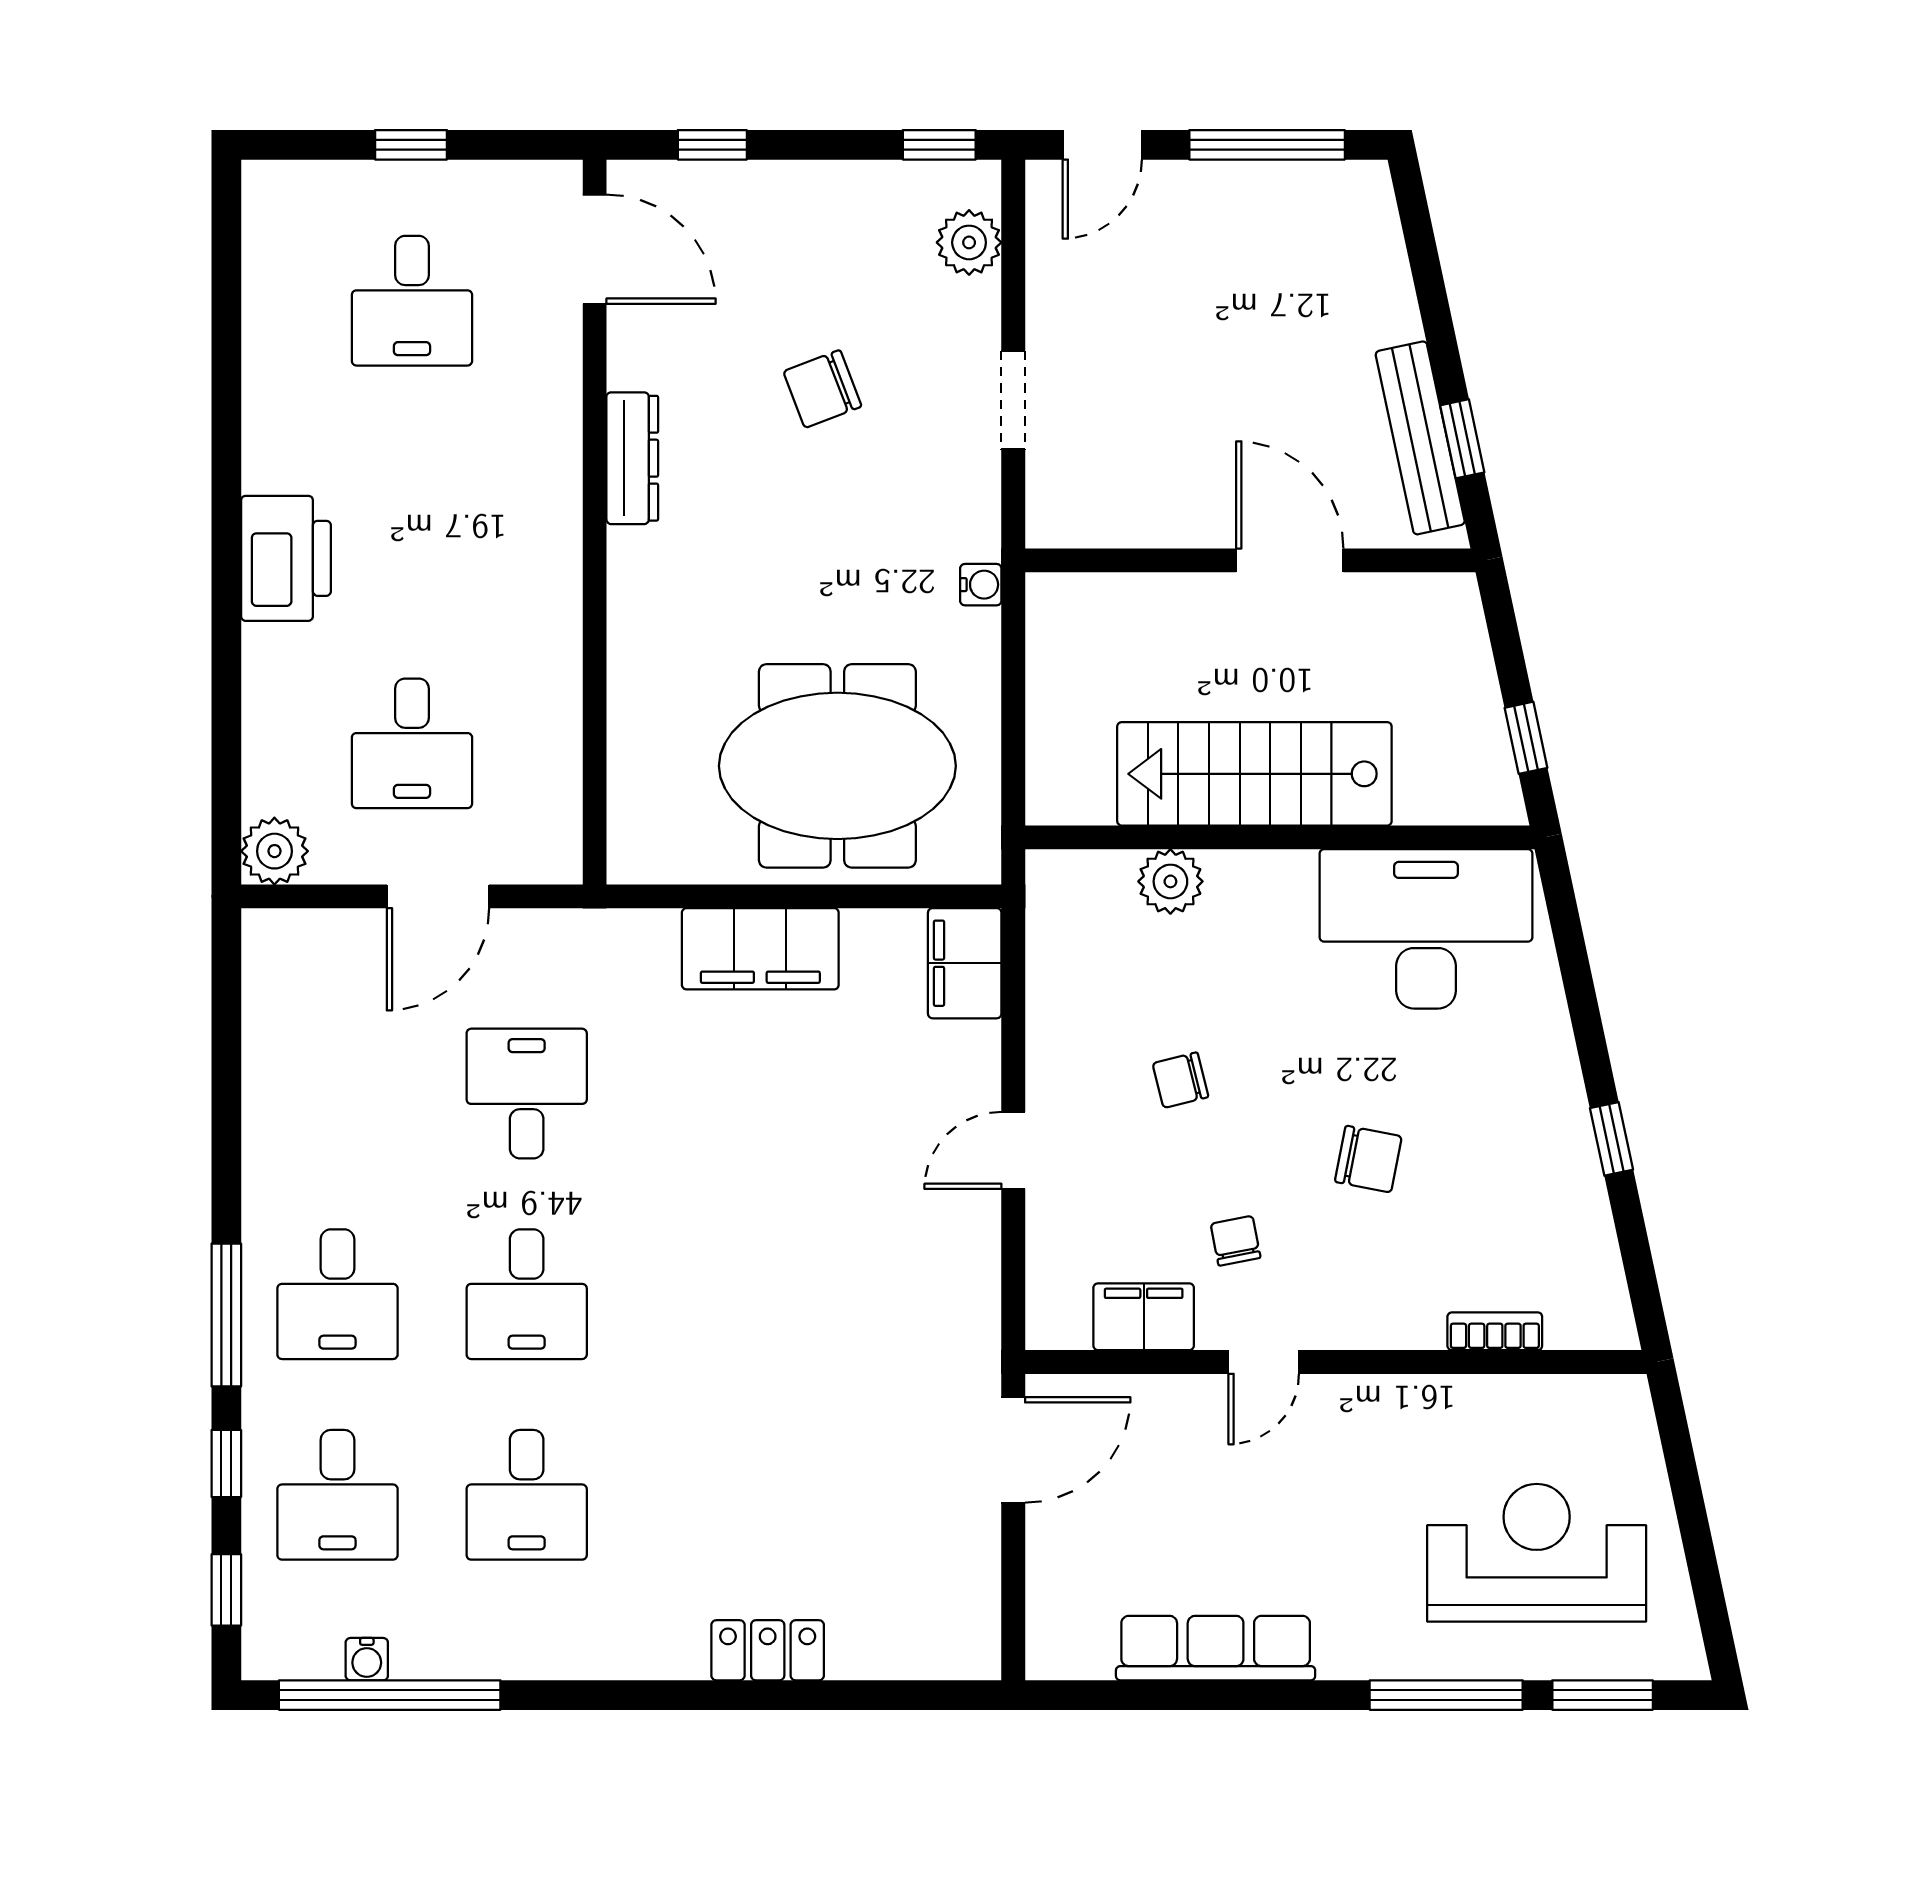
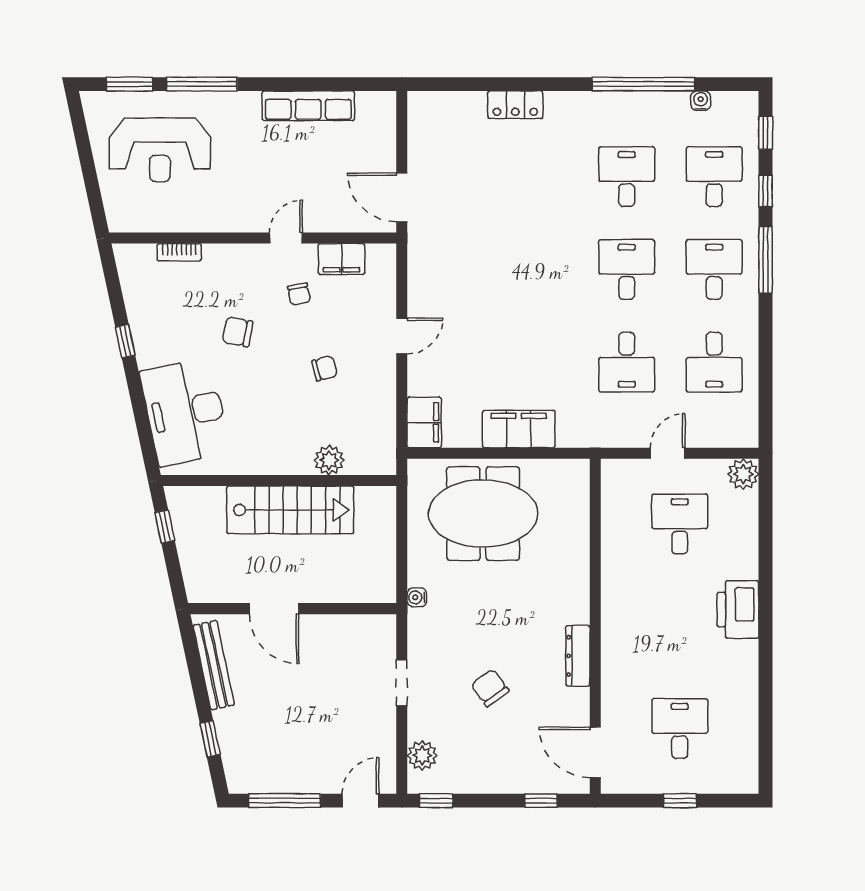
chair: (822, 389) -> (490, 688), turned -105
window: (1462, 439) -> (210, 739), moved
door: (438, 896) -> (668, 453), width x0.73
desk: (1426, 929) -> (185, 412), moved, turned 78
desk: (337, 1094) -> (714, 362), added
door: (1013, 1450) -> (402, 197), hinge flipped
window: (390, 1695) -> (643, 84), moved

